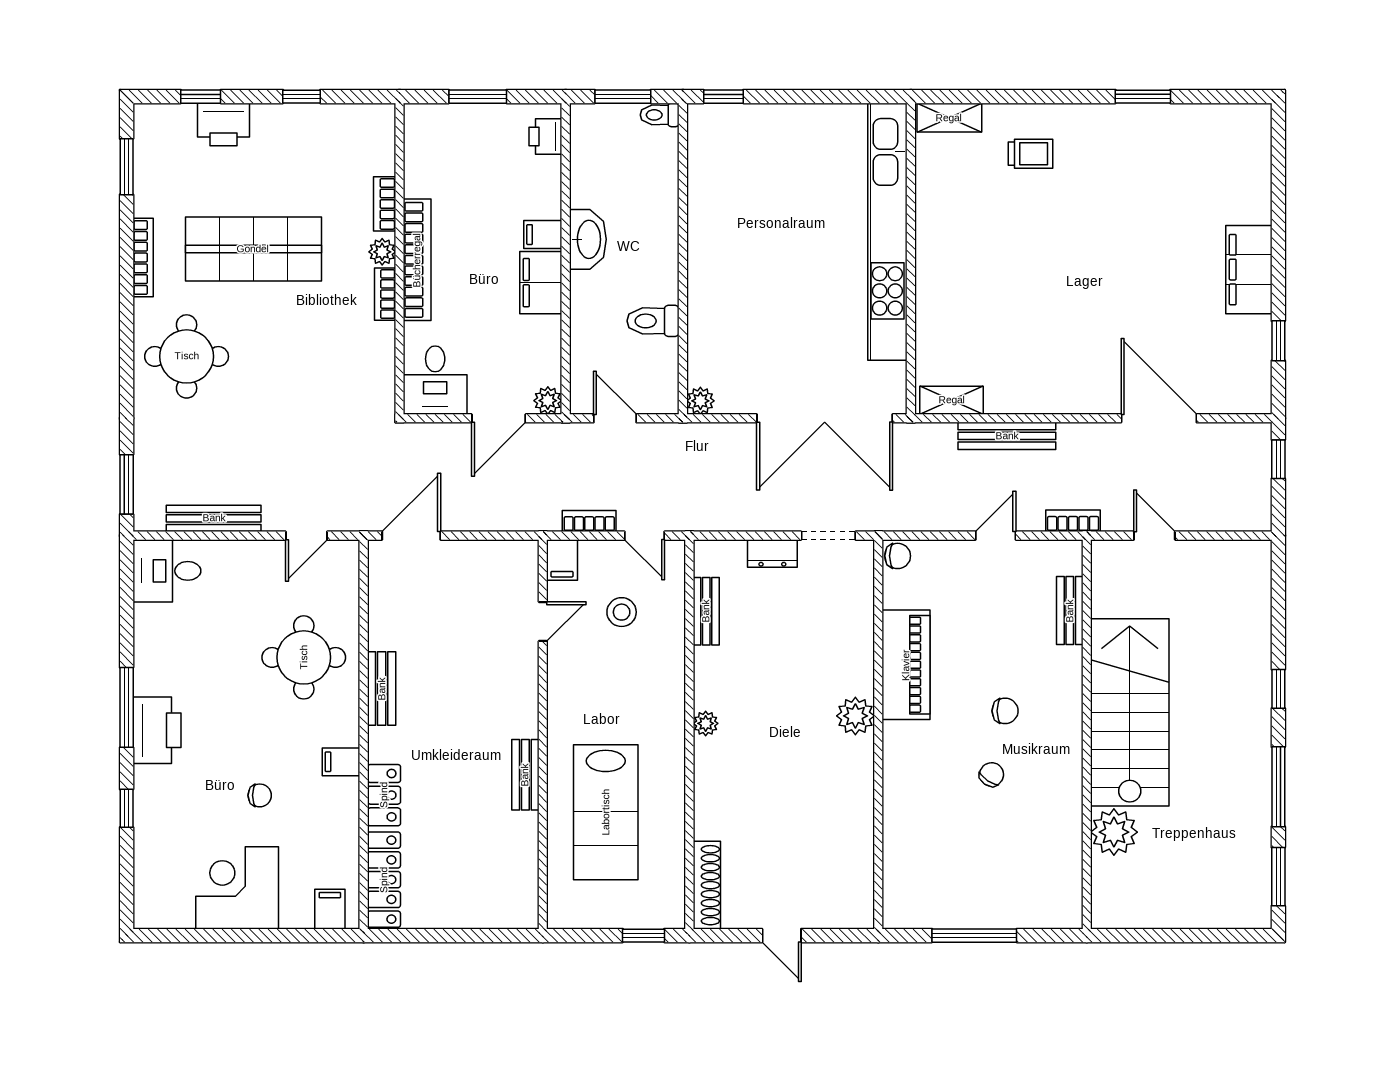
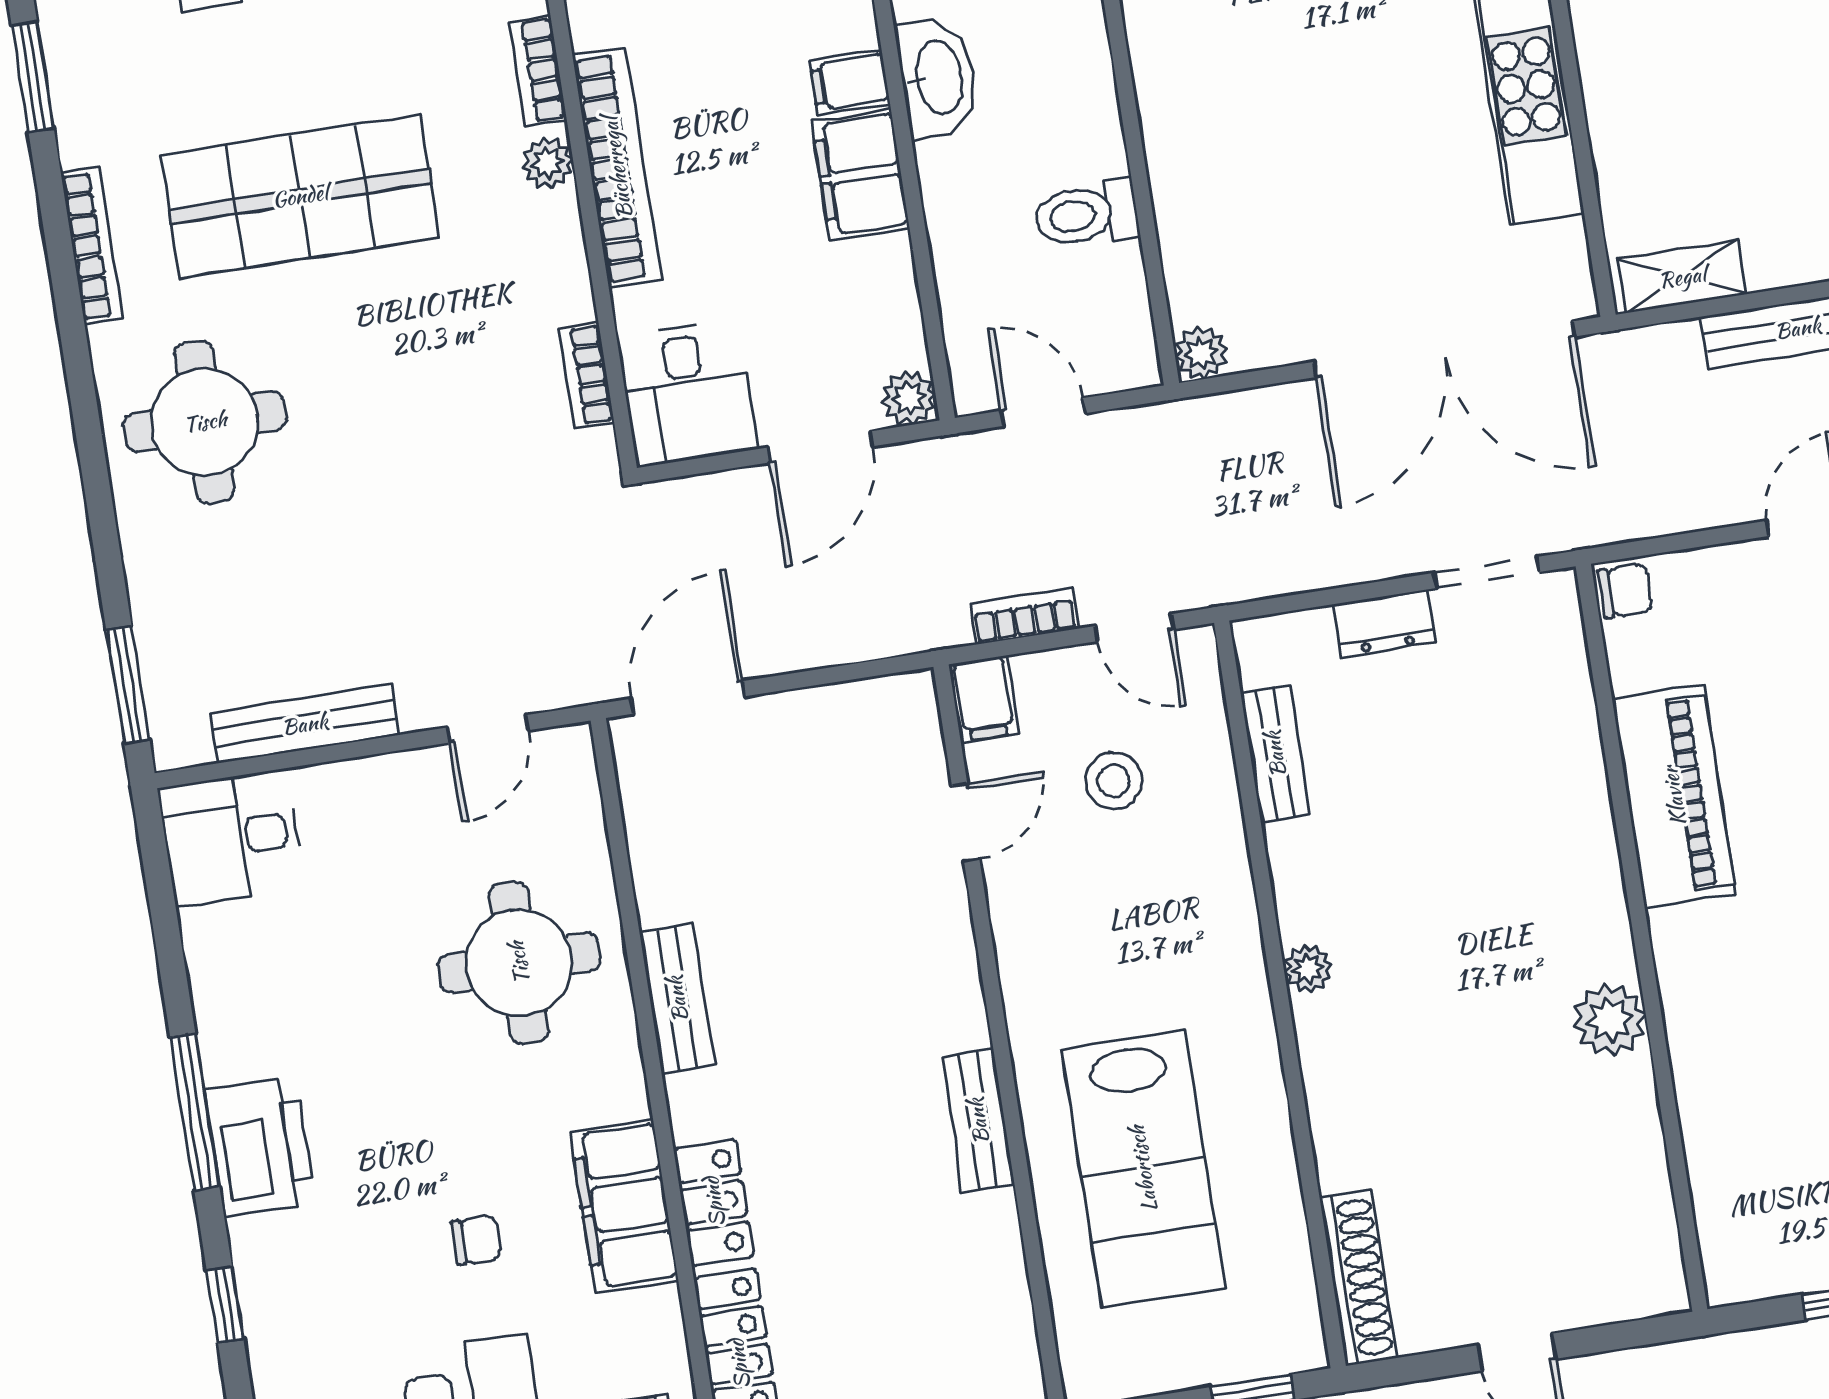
bookcase: (385, 294) -> (586, 375), moved
plant: (855, 716) -> (1610, 1020), moved
filing cabinet: (341, 762) -> (624, 1206), width x3.00, depth x1.17

